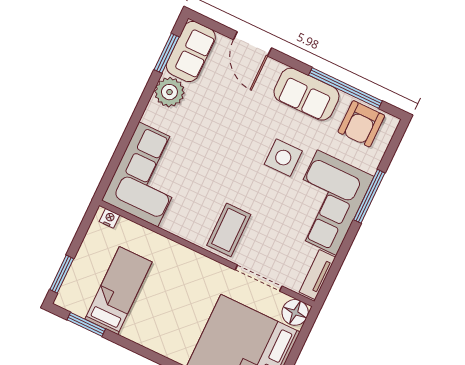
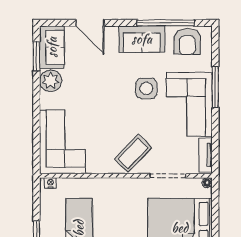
coffee table: (229, 230) -> (133, 153), turned 44
floor lamp: (295, 312) -> (207, 183), width x0.53, depth x0.53

